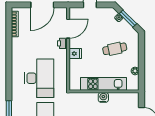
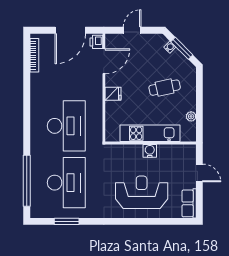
printer: (62, 43) -> (96, 42), moved

